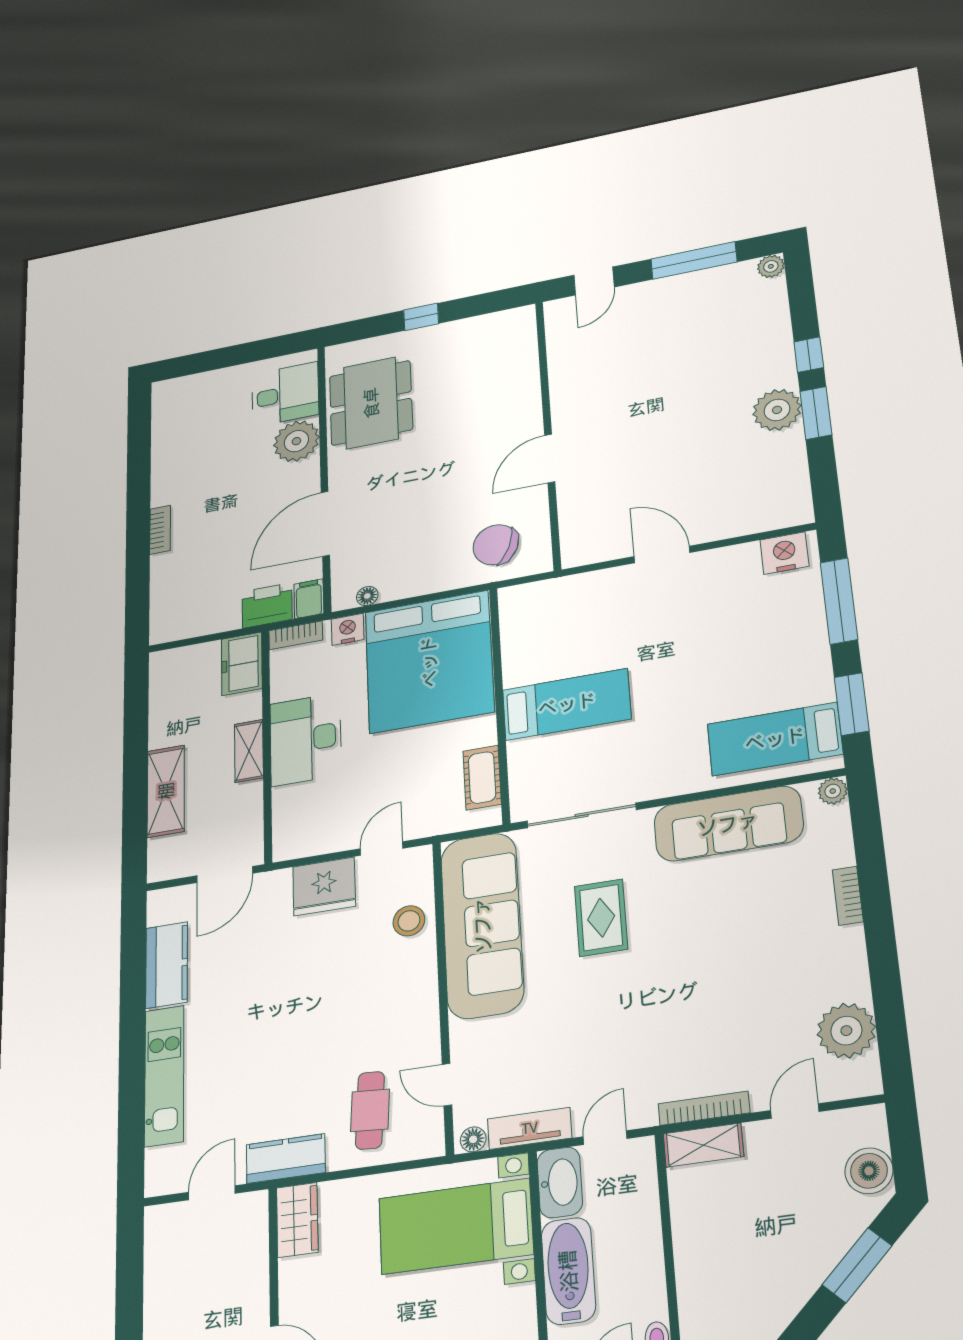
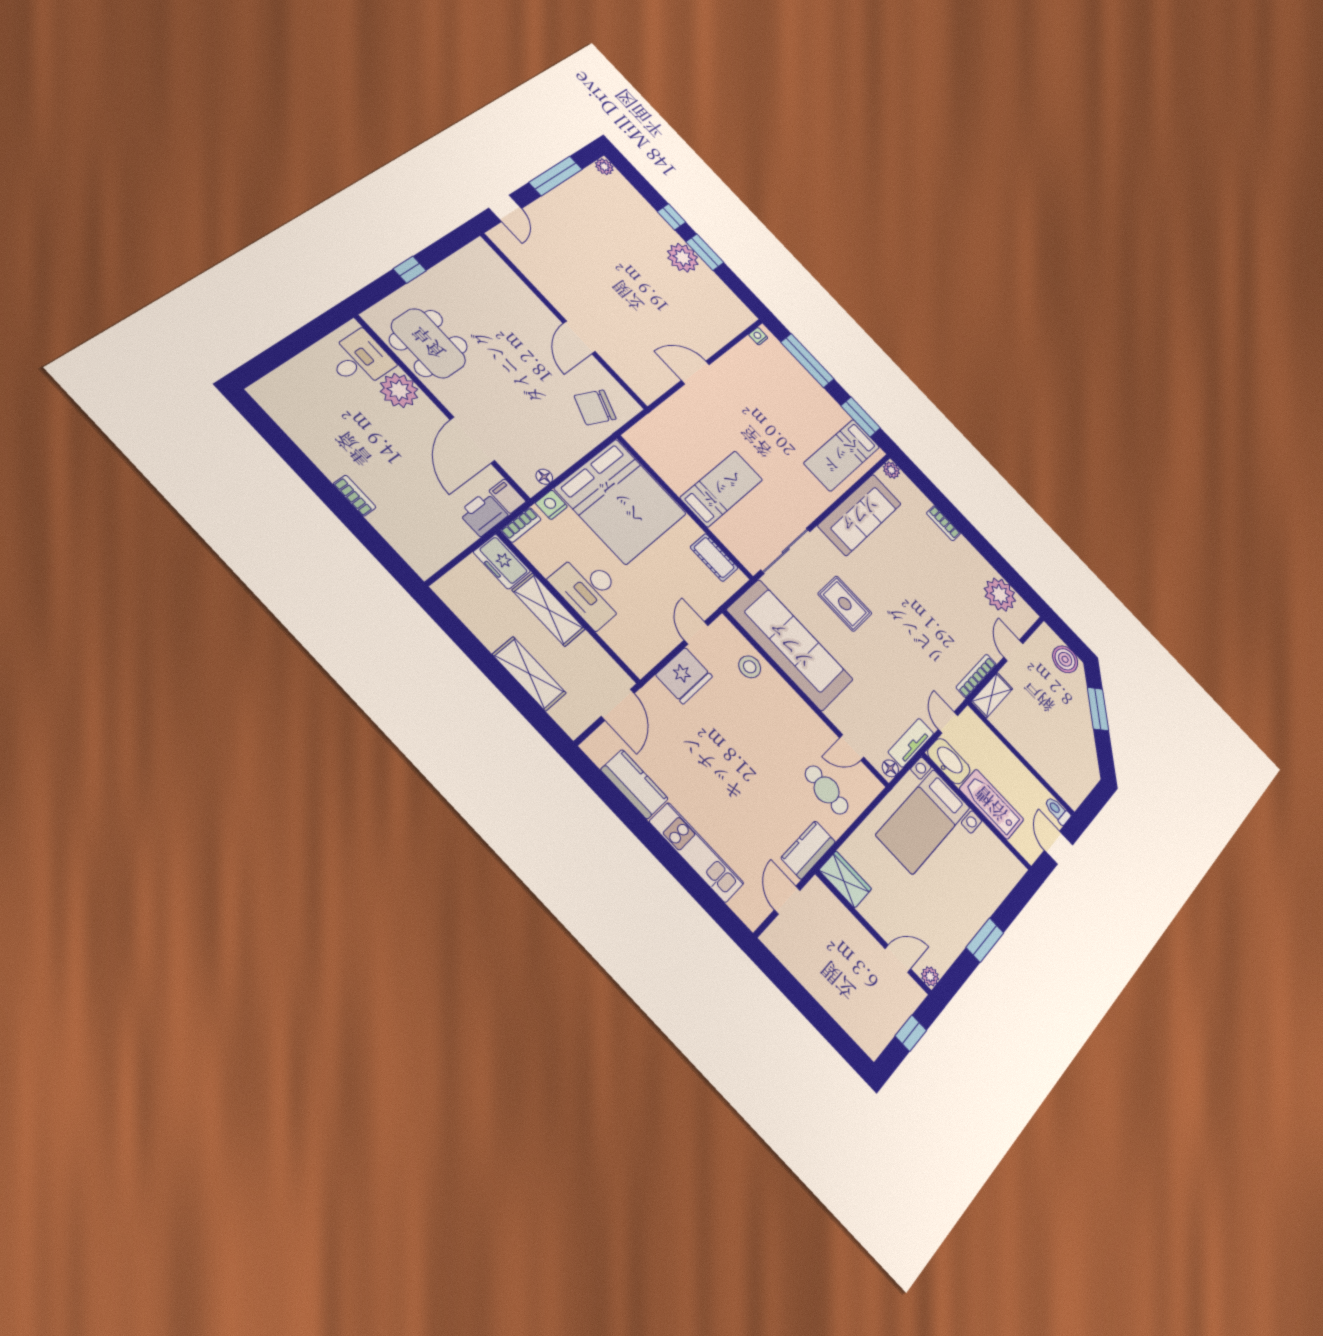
nightstand: (784, 553) -> (758, 336), width x0.53, depth x0.56
shelving: (249, 751) -> (549, 610), width x1.50, depth x1.33

